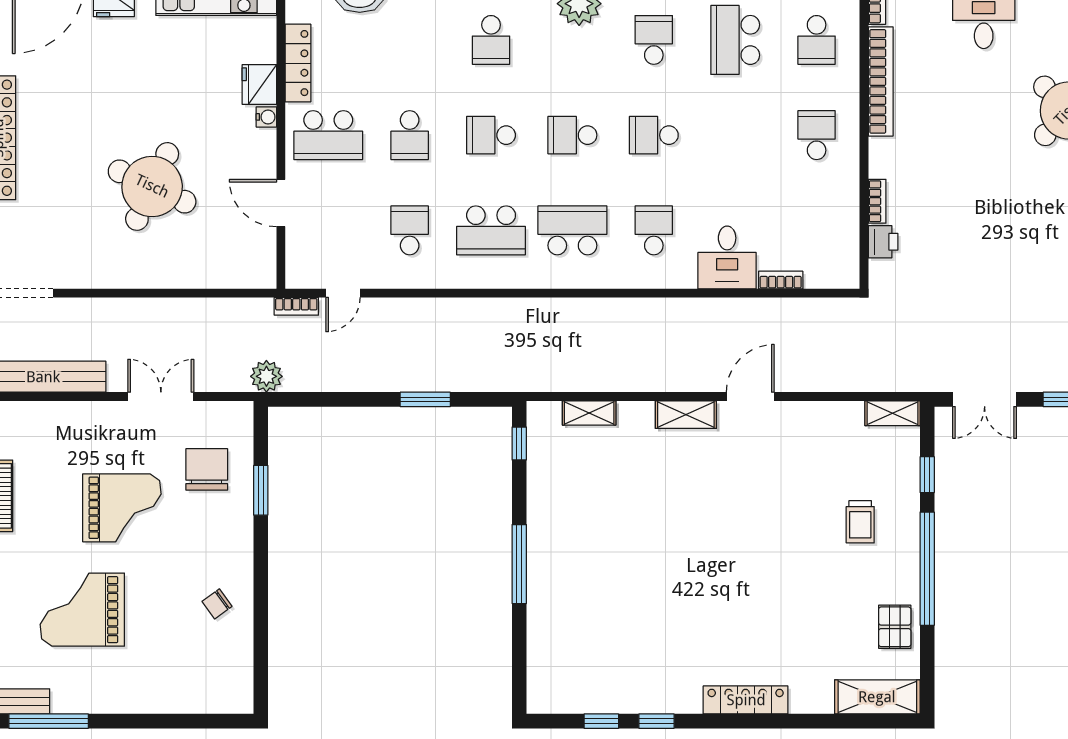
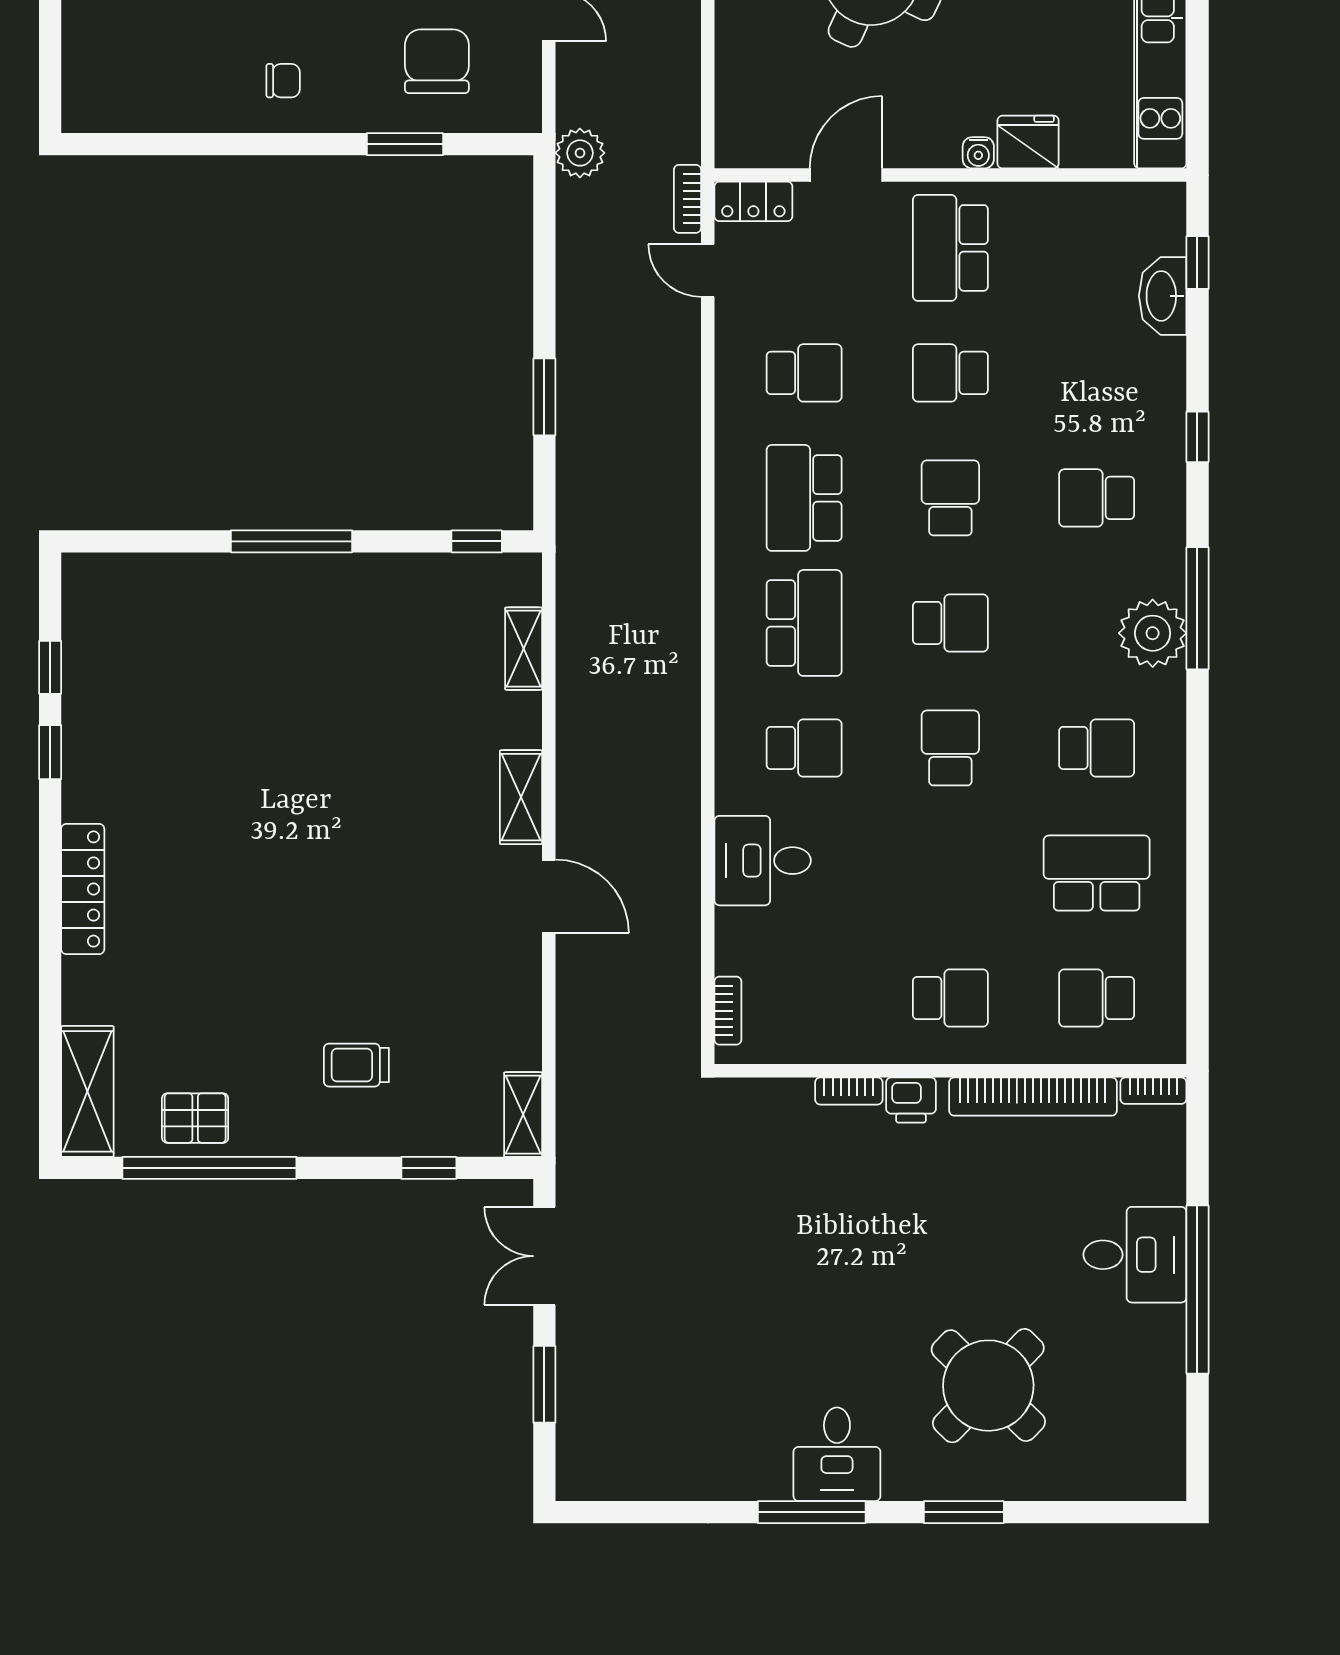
locker: (298, 63) -> (753, 201), moved, width x0.66
school desk: (572, 135) -> (950, 623), turned 90
printer: (883, 242) -> (911, 1100), moved
bookcase: (781, 280) -> (728, 1011), moved
chair: (207, 469) -> (437, 61), turned -90
window: (927, 569) -> (209, 1168), moved
chair: (217, 604) -> (283, 81), moved, turned 126

